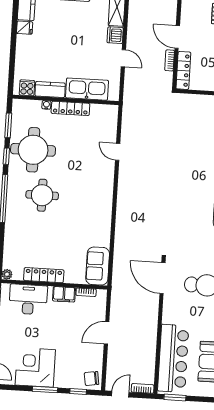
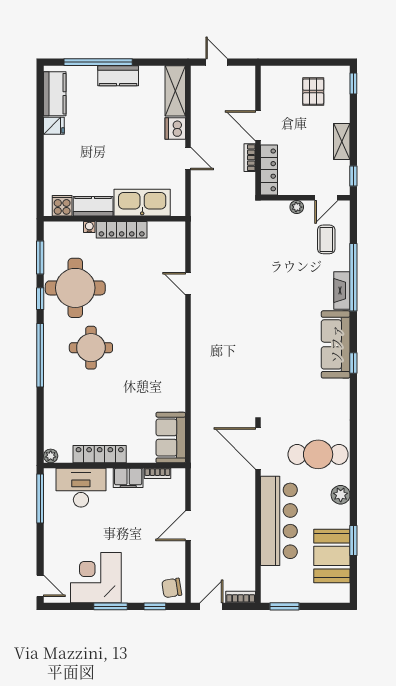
plant: (202, 99) -> (297, 207), added
bar counter: (173, 358) -> (279, 521), moved

